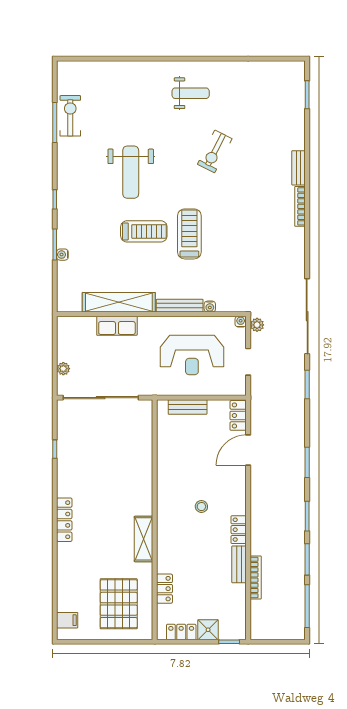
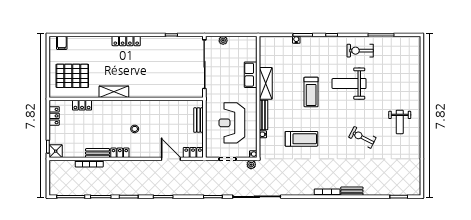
exercise bike: (70, 116) -> (360, 51), moved, turned 180
treadmill: (189, 234) -> (301, 139), moved
shelving: (119, 302) -> (266, 83), width x0.68
shower: (208, 630) -> (56, 151), moved

